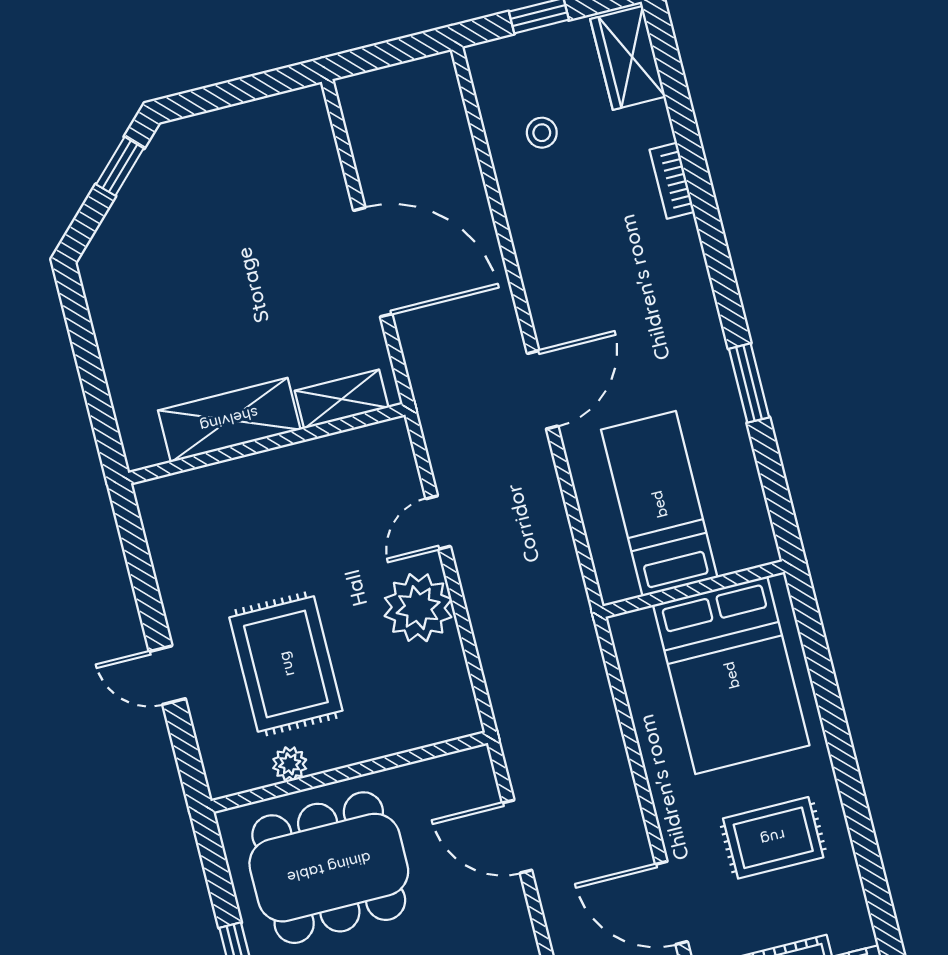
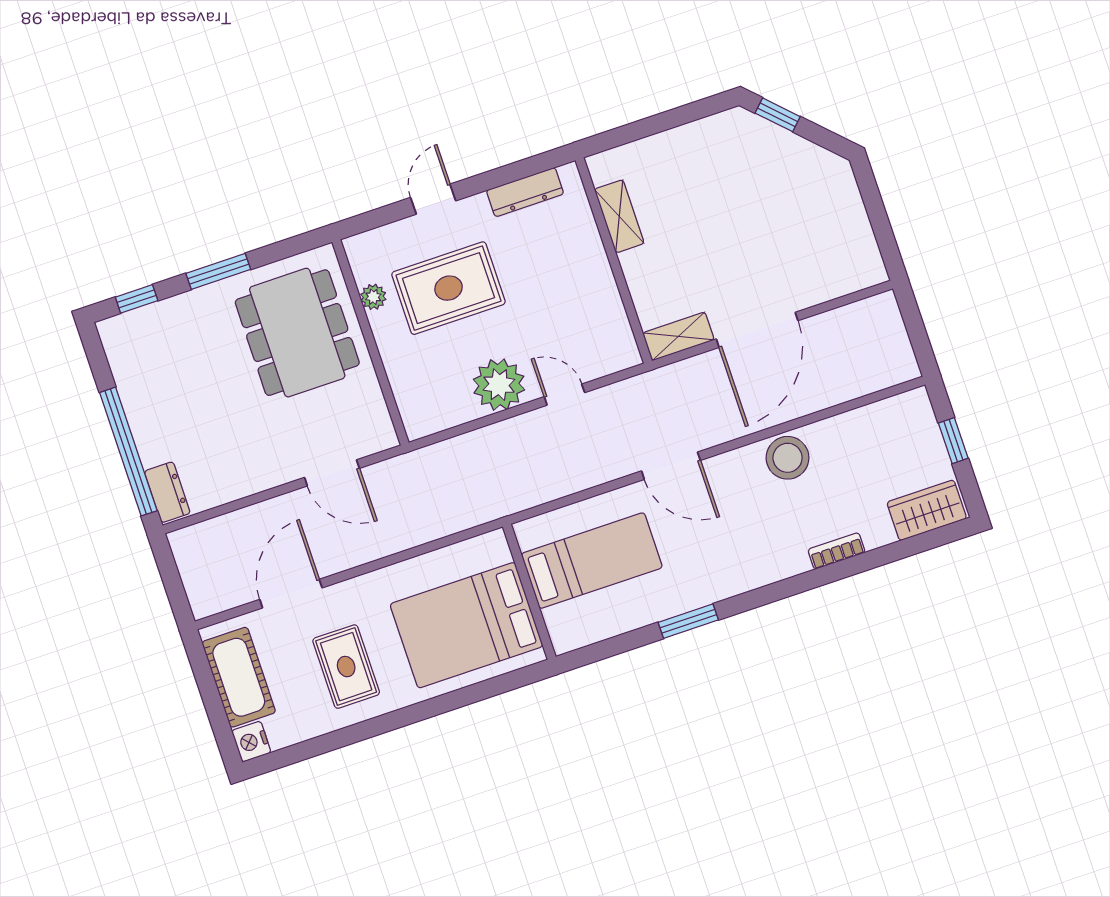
stool: (542, 133) -> (788, 458), moved, width x1.89, depth x1.89
window: (120, 166) -> (778, 115), moved
shelving: (342, 399) -> (678, 336), moved, turned 90
shelving: (229, 420) -> (619, 216), width x0.67, depth x0.75
dresser: (168, 553) -> (525, 192), added
door: (517, 837) -> (332, 473), swing flipped

